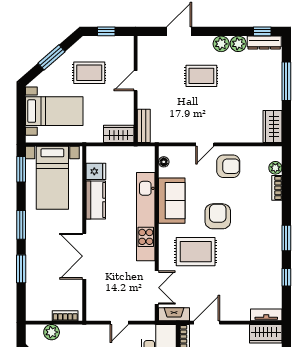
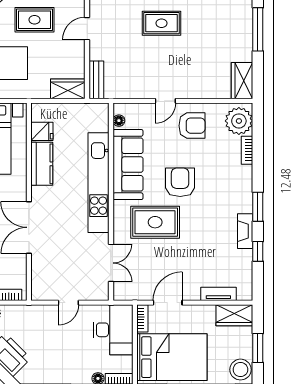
plant: (275, 168) -> (239, 121), width x1.88, depth x1.88
sofa: (172, 201) -> (128, 165), width x1.36
fireplace: (174, 314) -> (245, 231), moved, turned -90
tv unit: (266, 315) -> (218, 294), moved

